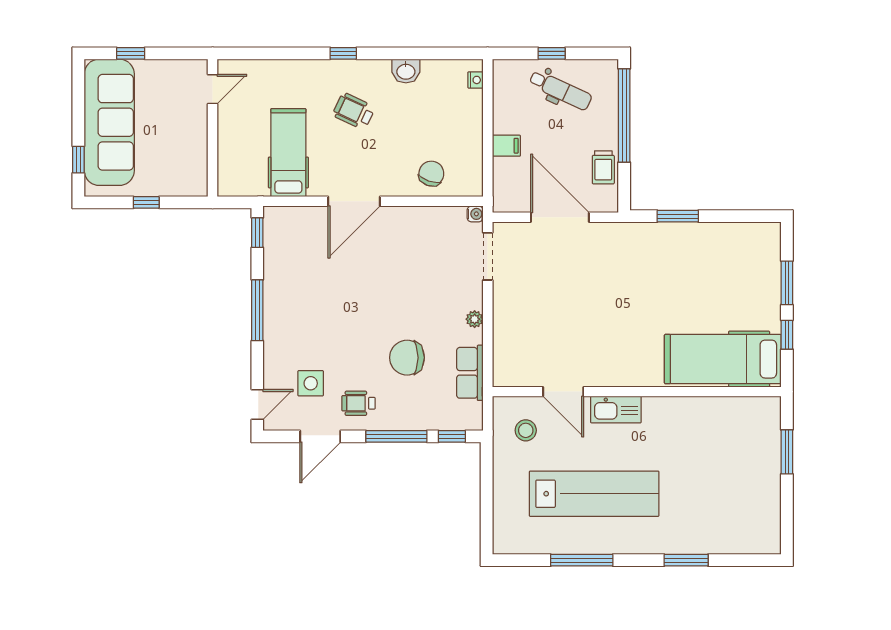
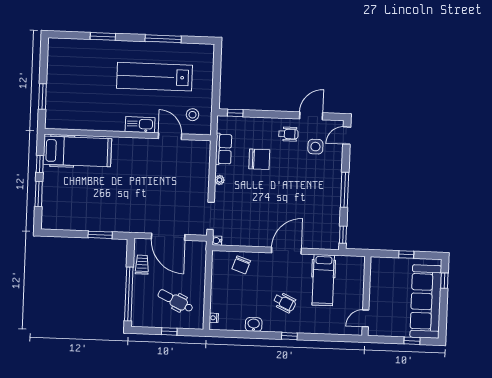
dental chair: (560, 90) -> (175, 301), moved
filing cabinet: (506, 146) -> (197, 279), removed
window: (396, 436) -> (267, 114), removed

